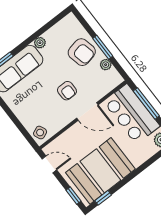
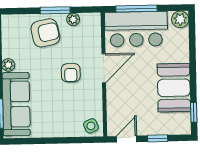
armchair: (67, 91) -> (71, 73), turned 90
booth: (100, 171) -> (174, 88), width x0.73, depth x0.70
window: (73, 196) -> (158, 138), moved

